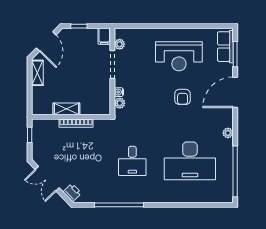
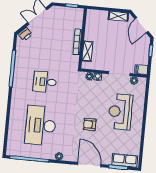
door: (46, 41) -> (141, 25), hinge flipped
reception desk: (179, 56) -> (120, 112), moved
shelving: (66, 109) -> (87, 51), moved

